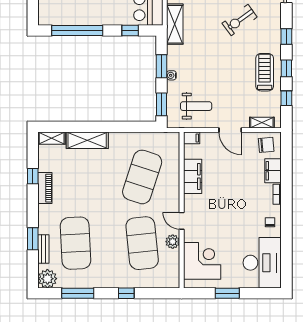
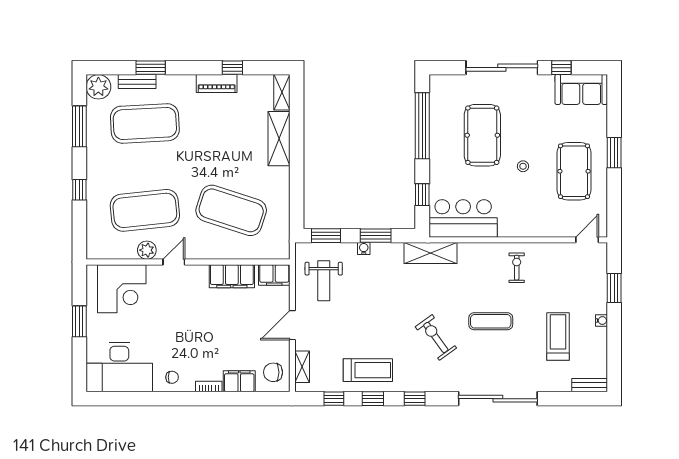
filing cabinet: (192, 138) -> (274, 275), width x2.00
chair: (266, 145) -> (273, 372), turned 95

